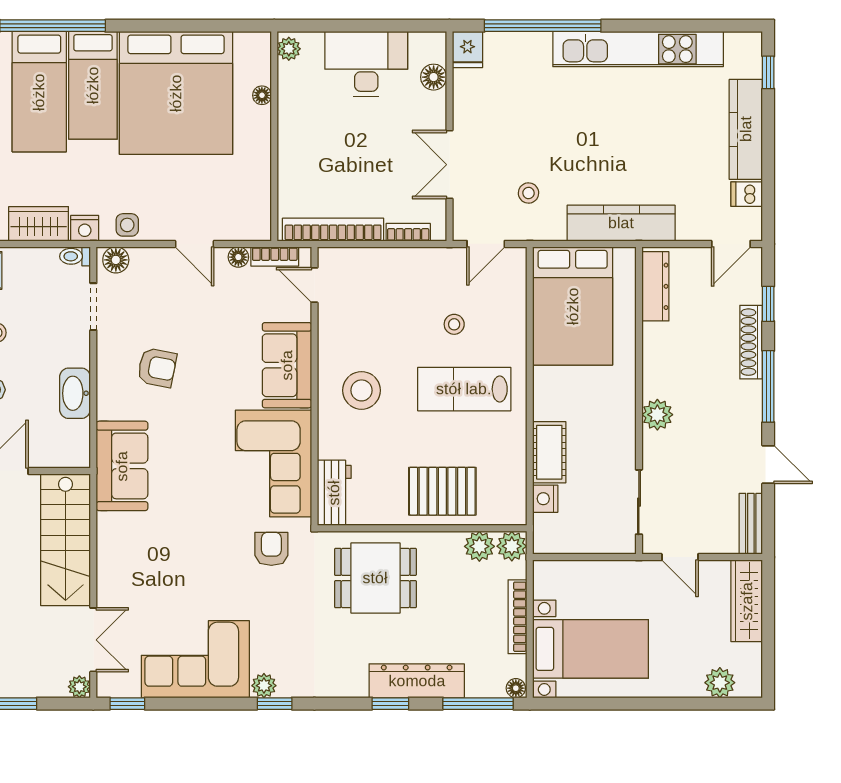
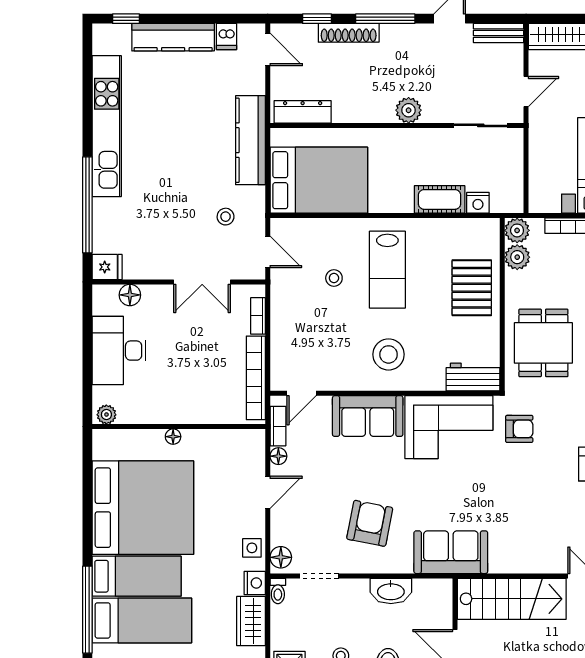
floor lamp: (262, 95) -> (173, 437), moved
armchair: (157, 368) -> (370, 523), width x1.38, depth x1.38
armchair: (271, 549) -> (519, 429), turned 180

